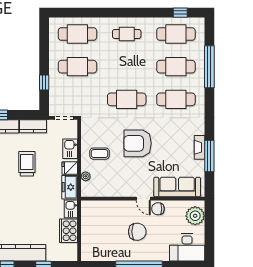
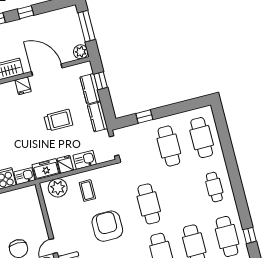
plant: (86, 176) -> (58, 188), width x1.87, depth x1.87

